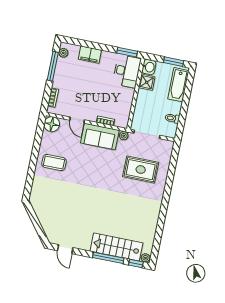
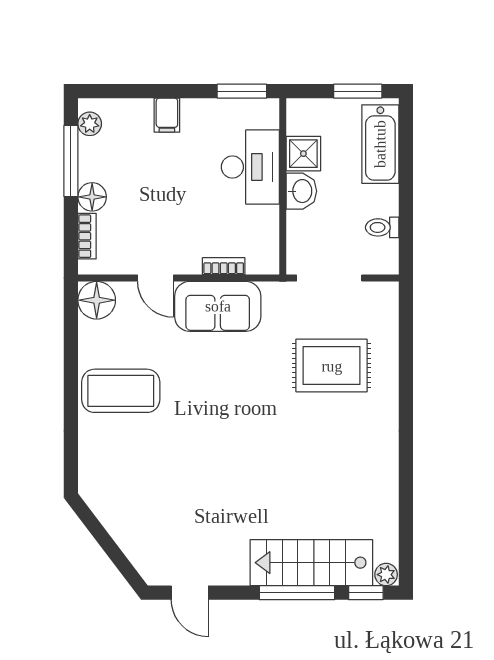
filing cabinet: (90, 55) -> (167, 115), width x0.50
washbasin: (149, 67) -> (301, 191), moved
desk: (127, 71) -> (250, 167), moved
floor lamp: (58, 82) -> (92, 197), added
plant: (124, 136) -> (274, 293), removed
coffee table: (54, 163) -> (121, 391), width x1.36, depth x1.32

